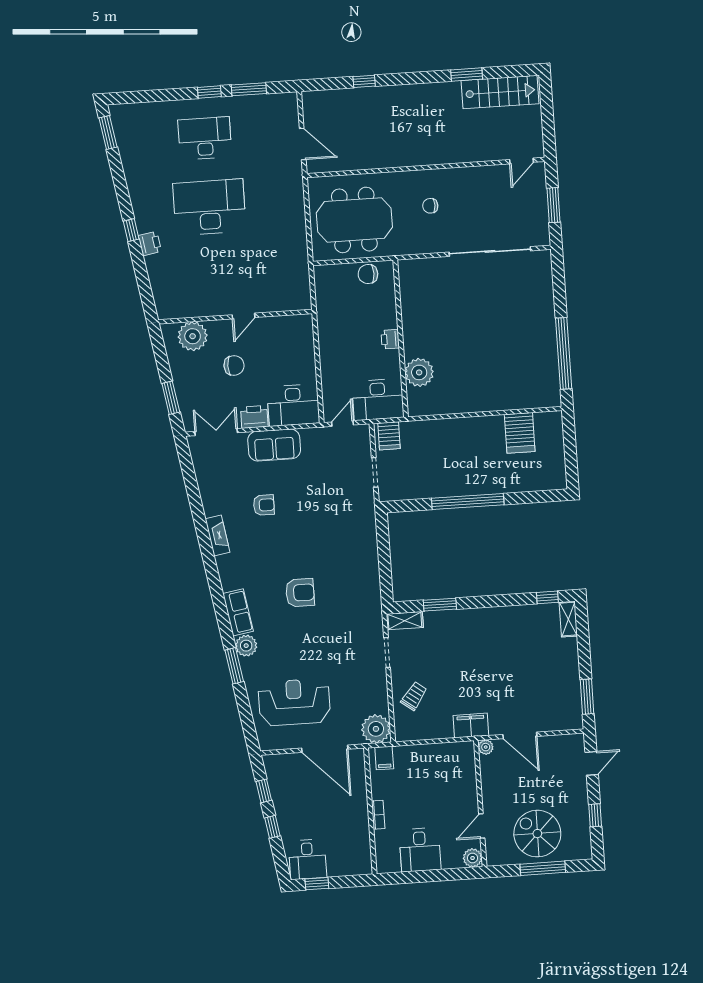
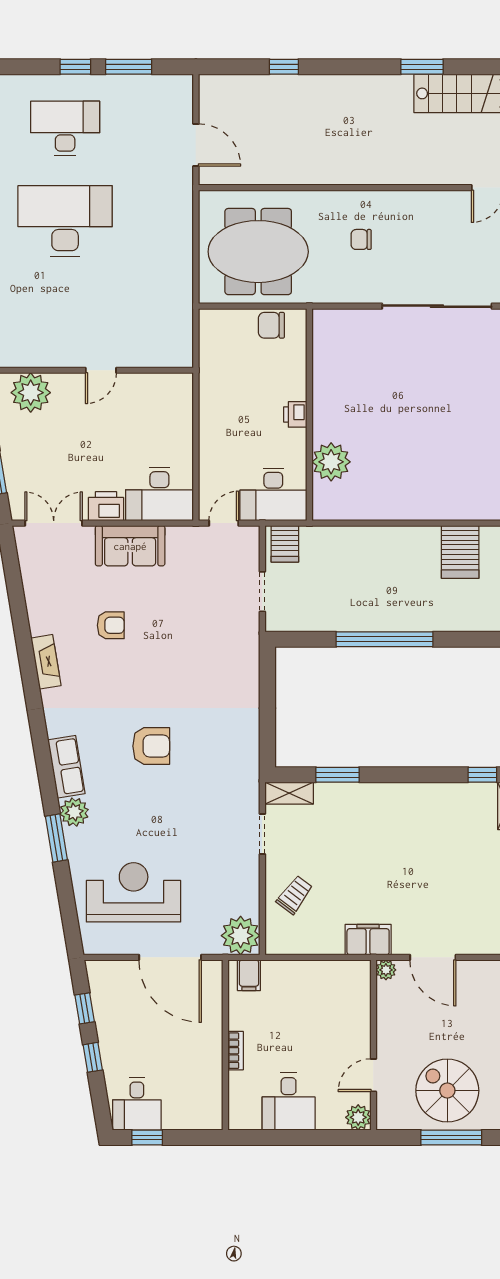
chair: (234, 365) -> (84, 436), removed

